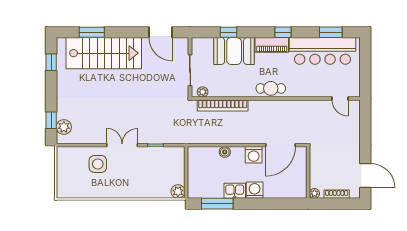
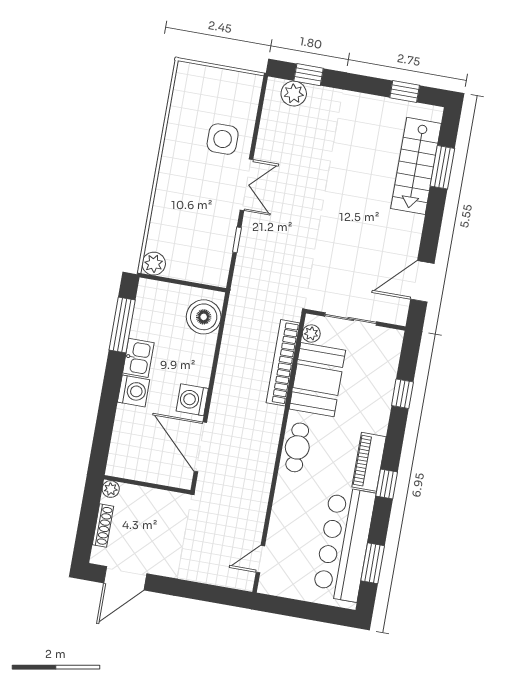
booth: (234, 51) -> (317, 380), moved
stairs: (104, 53) -> (416, 166), width x0.73, depth x0.66
boiler: (225, 152) -> (204, 317), moved, width x1.86, depth x1.86

